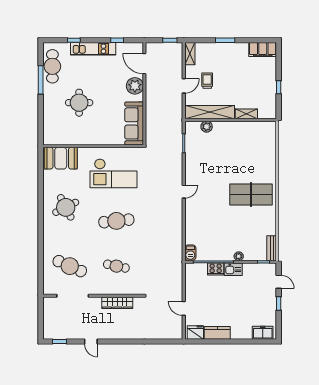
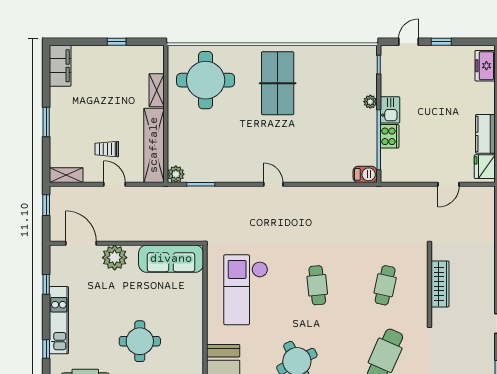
door: (144, 64) -> (81, 243), swing flipped
plant: (207, 127) -> (176, 174), moved
round table: (253, 146) -> (206, 80), added
checkout: (113, 173) -> (246, 290), turned 180
cafe table: (116, 221) -> (317, 285), width x0.73, depth x0.74
bench: (272, 248) -> (358, 52), removed

